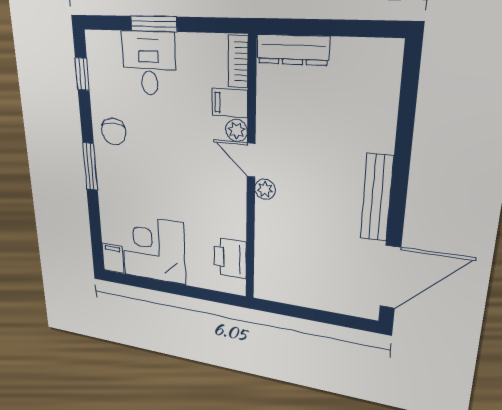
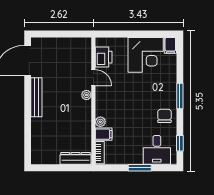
desk: (149, 64) -> (157, 150), moved
door: (251, 160) -> (93, 78), moved

